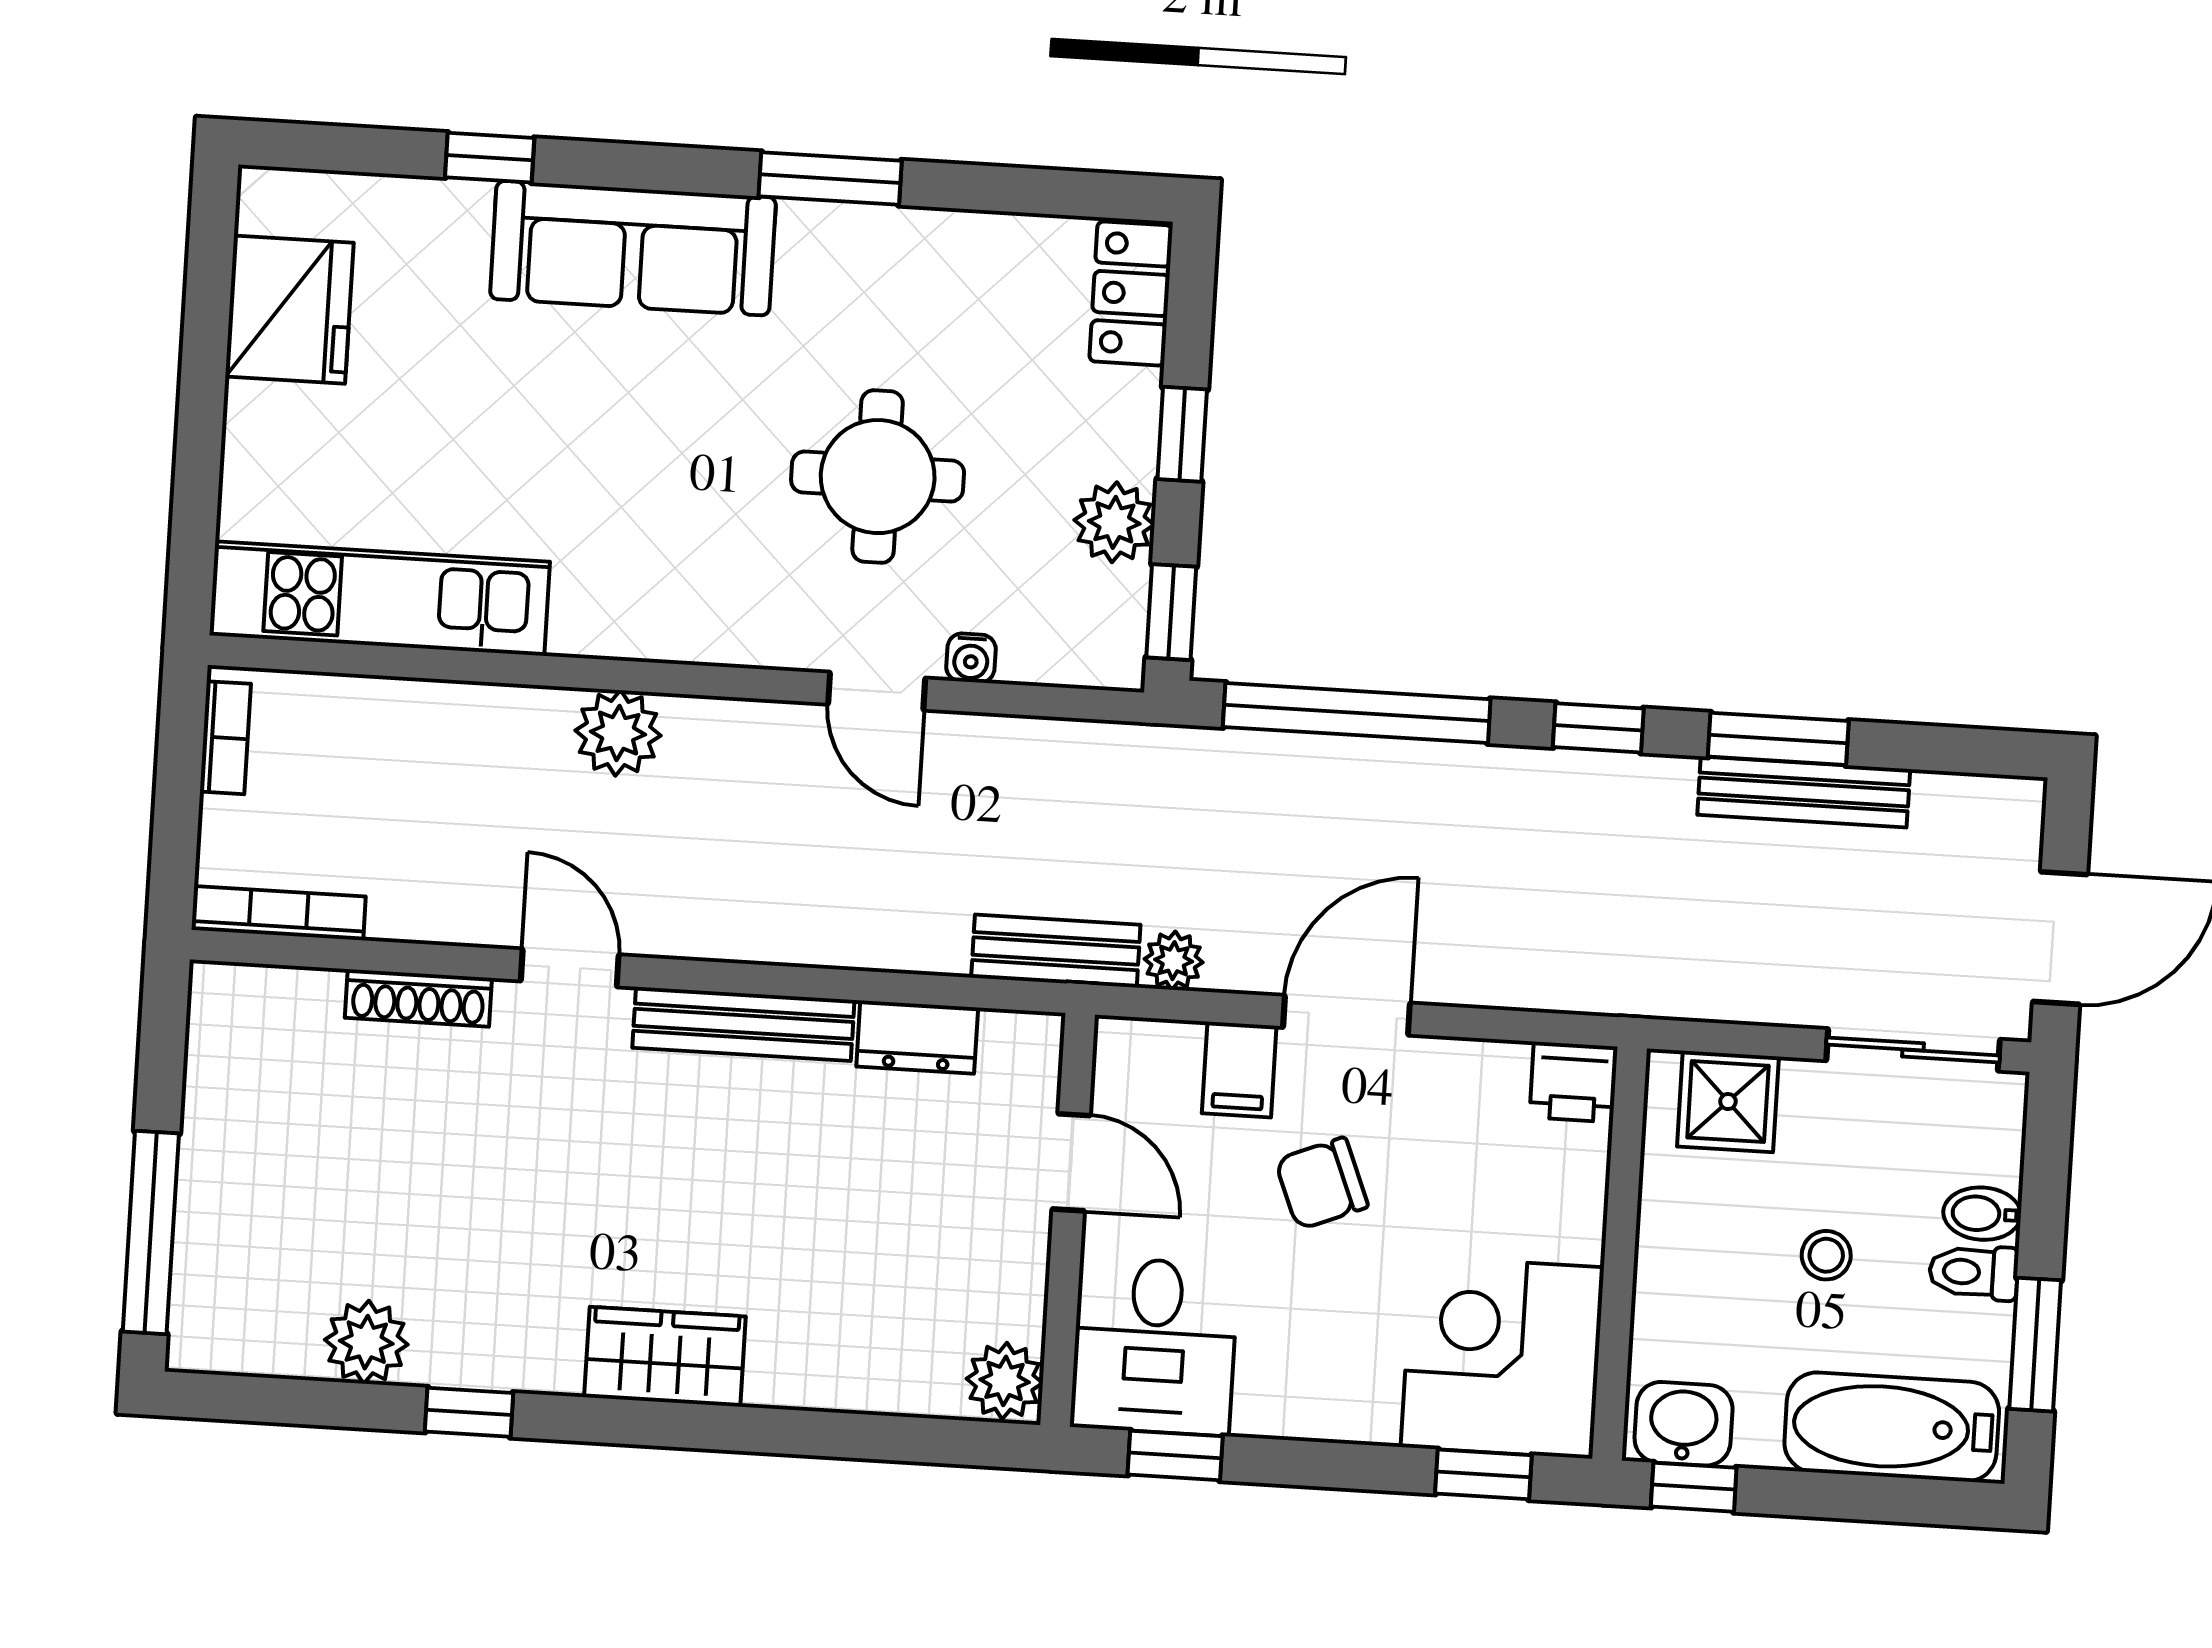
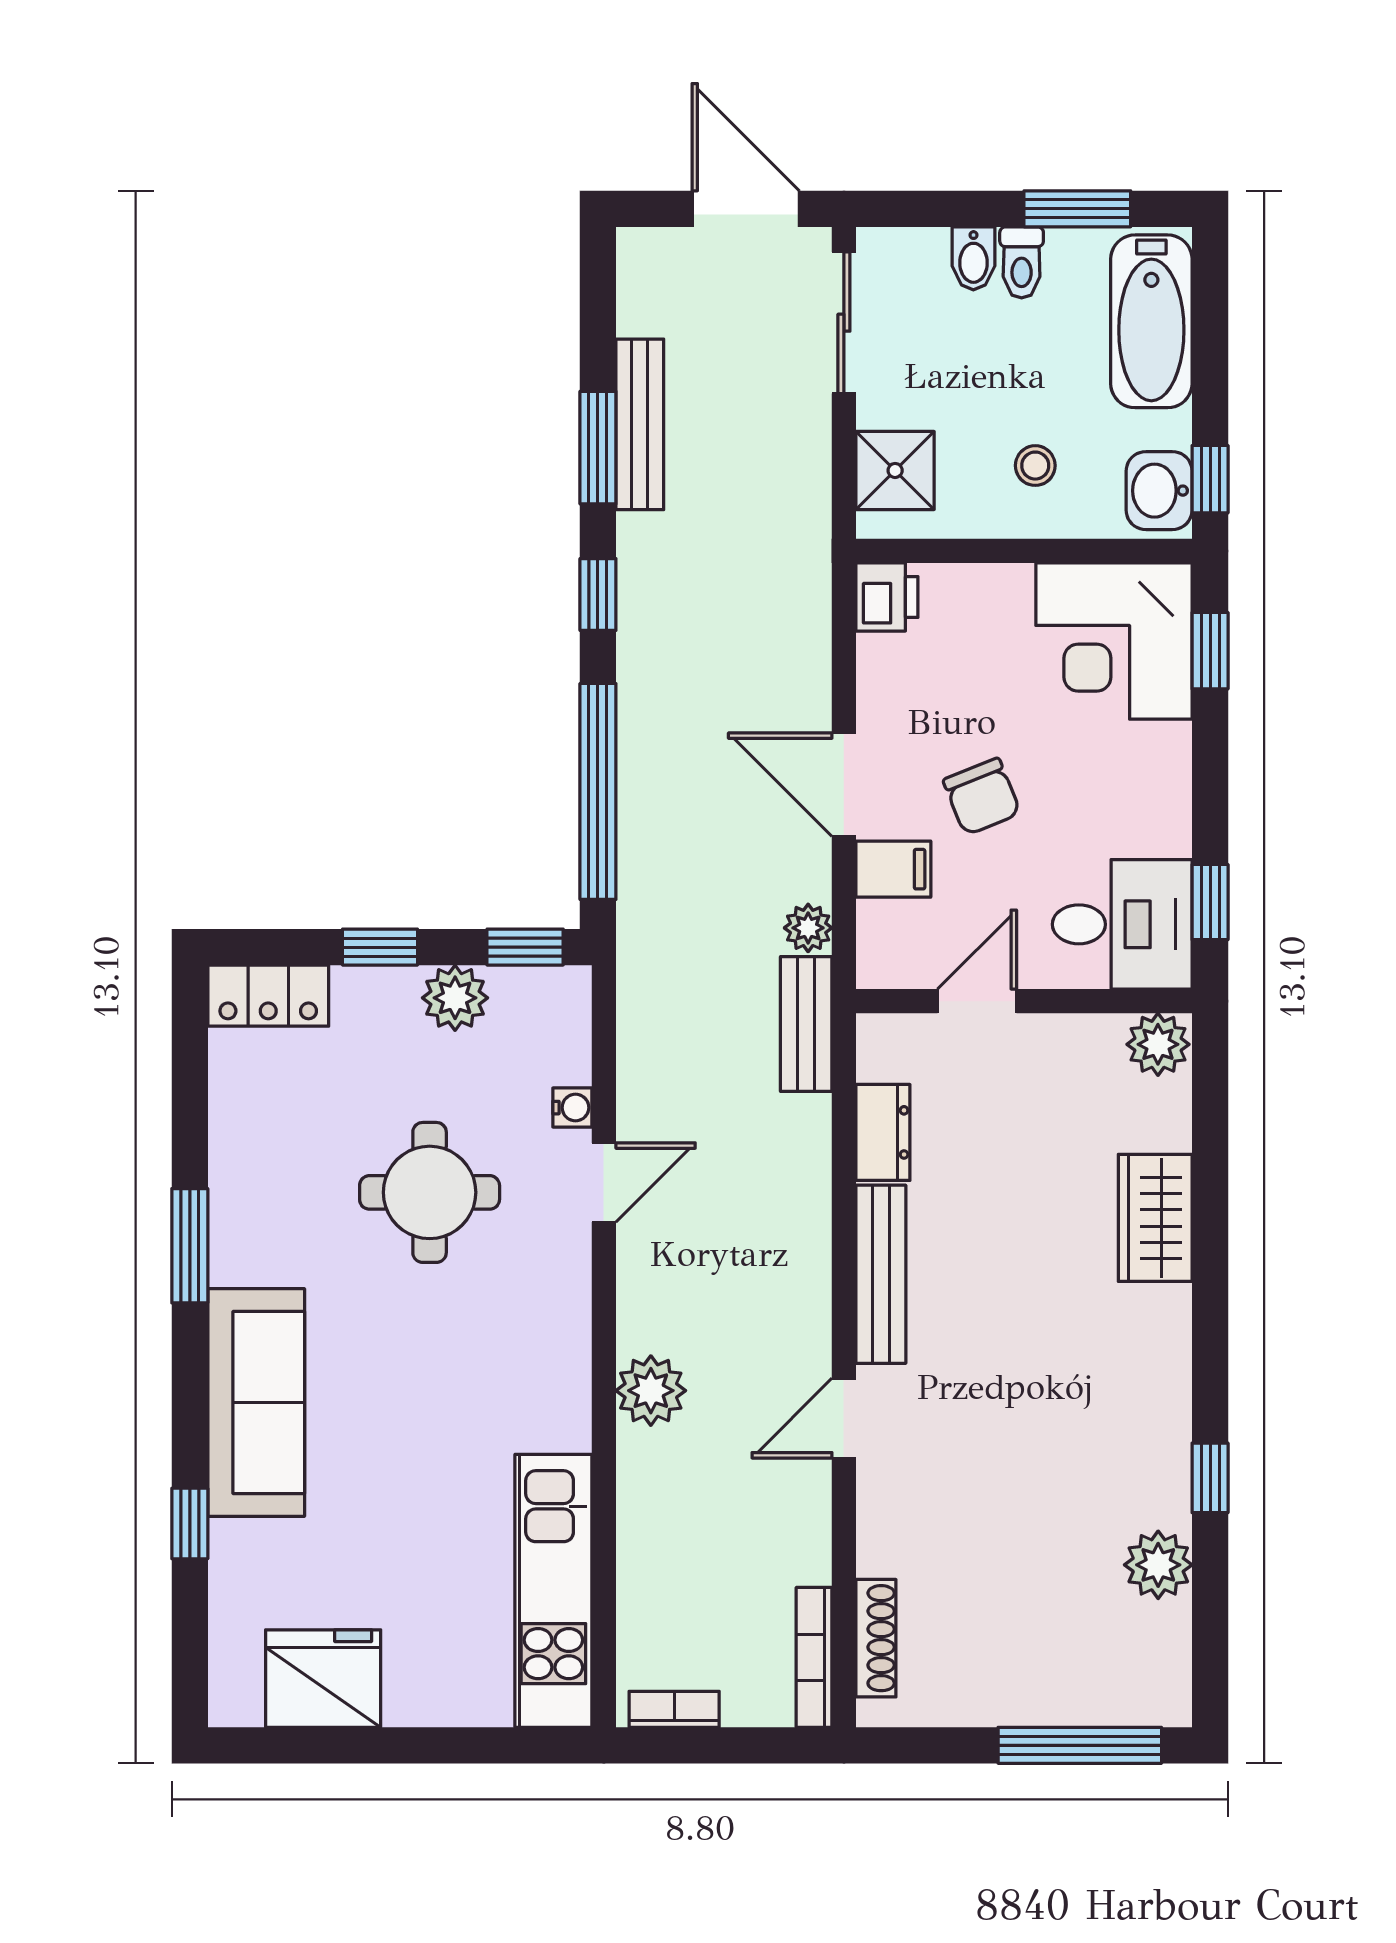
shoe rack: (418, 998) -> (876, 1638), moved
stool: (1826, 1255) -> (1035, 466), moved
wardrobe: (665, 1357) -> (1155, 1218), moved

